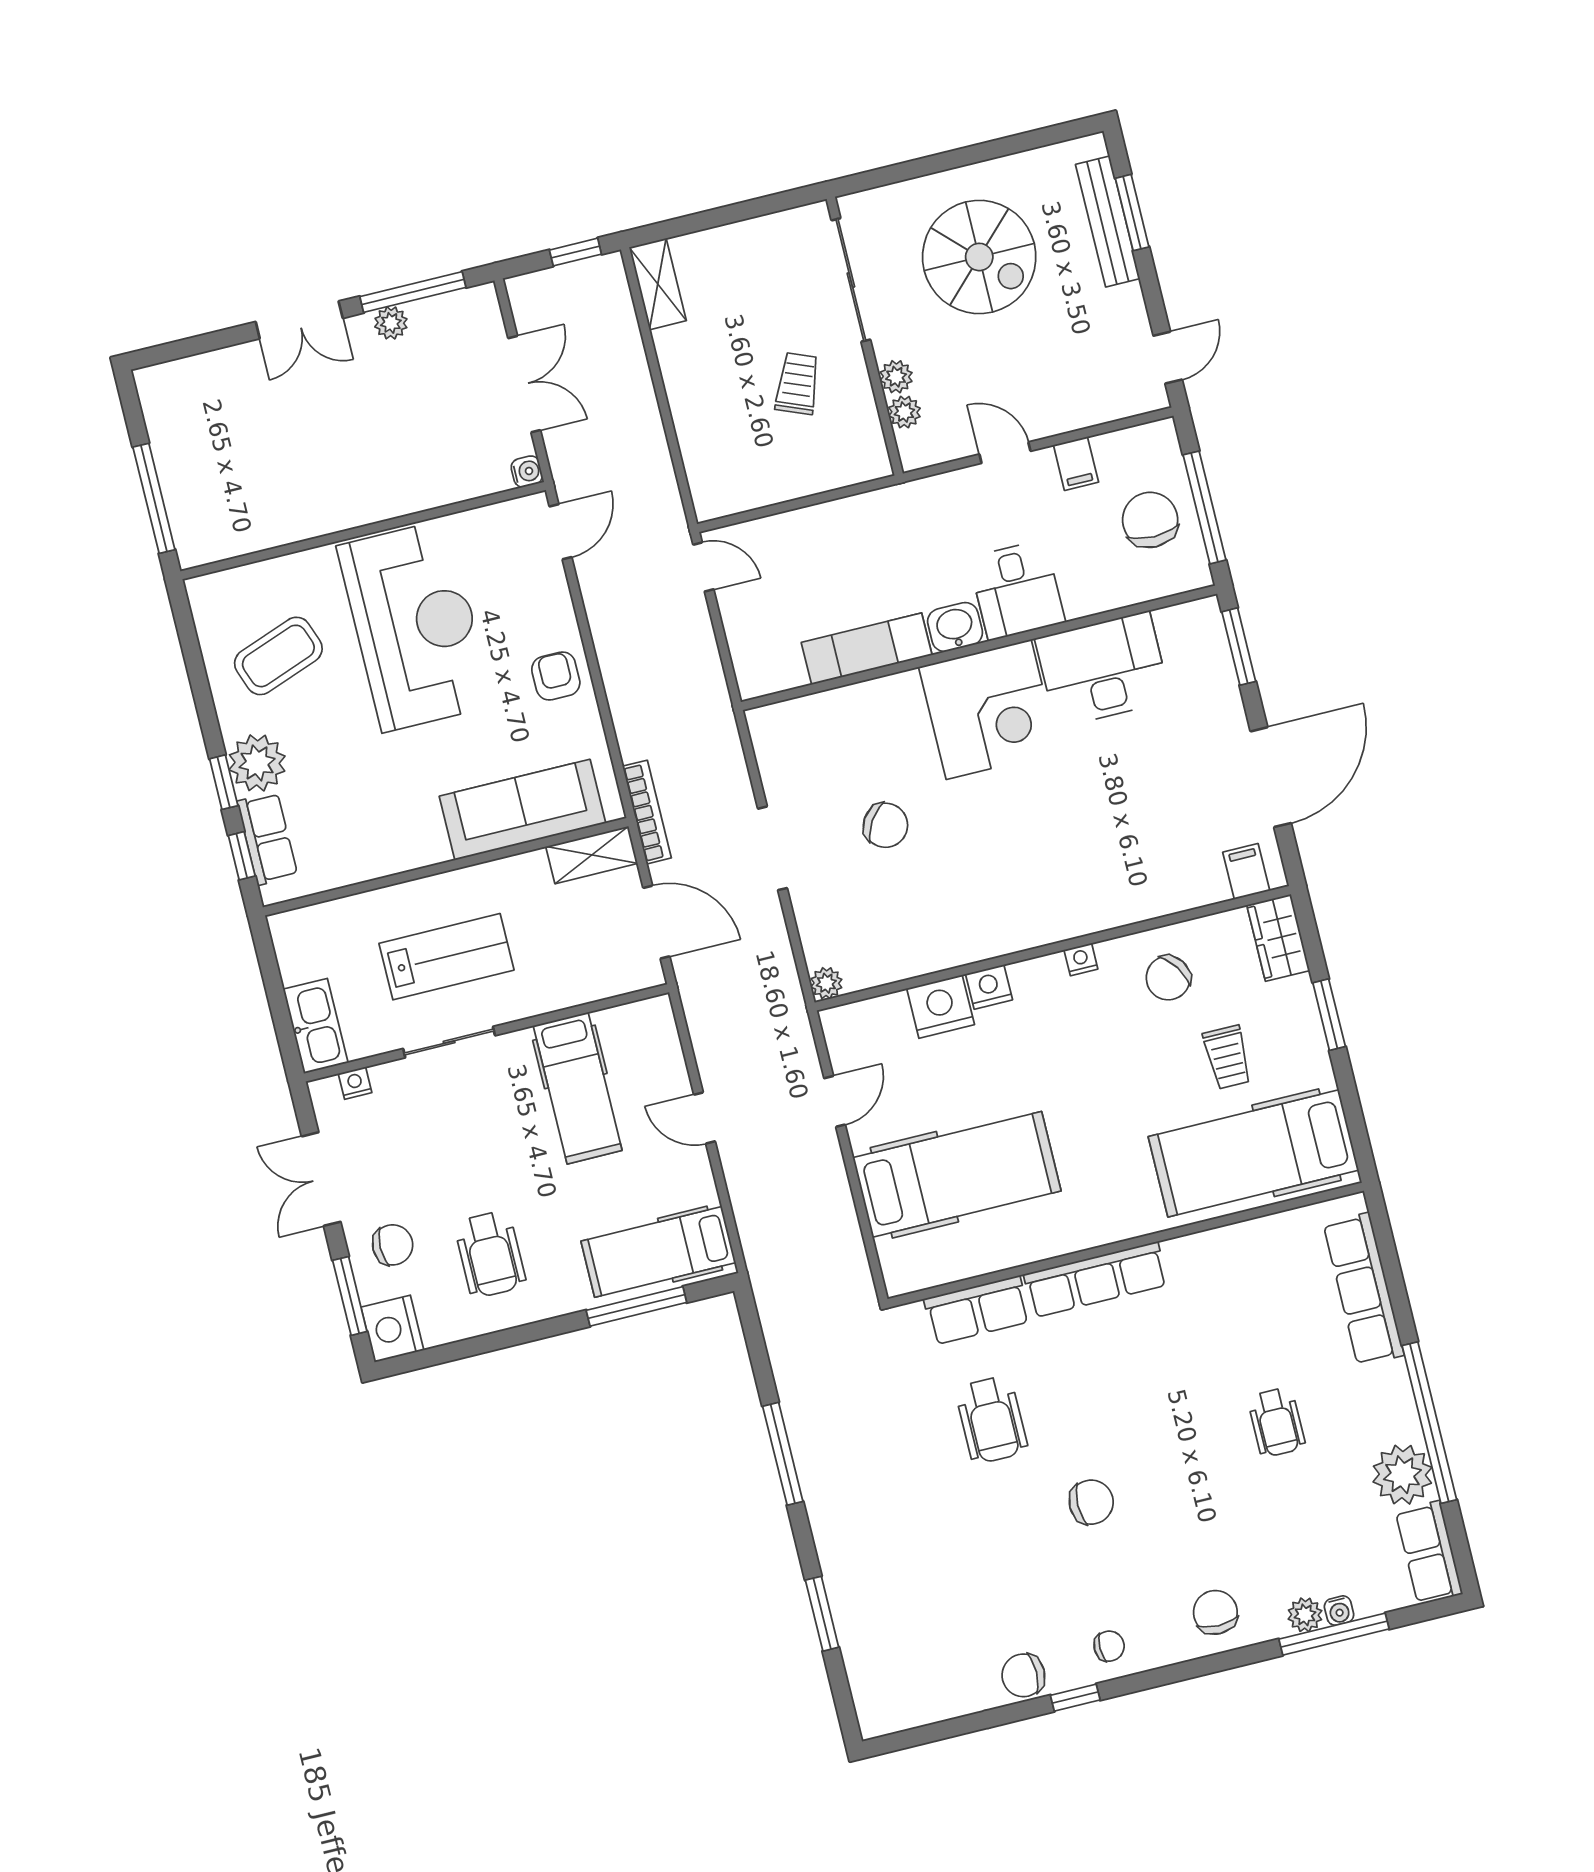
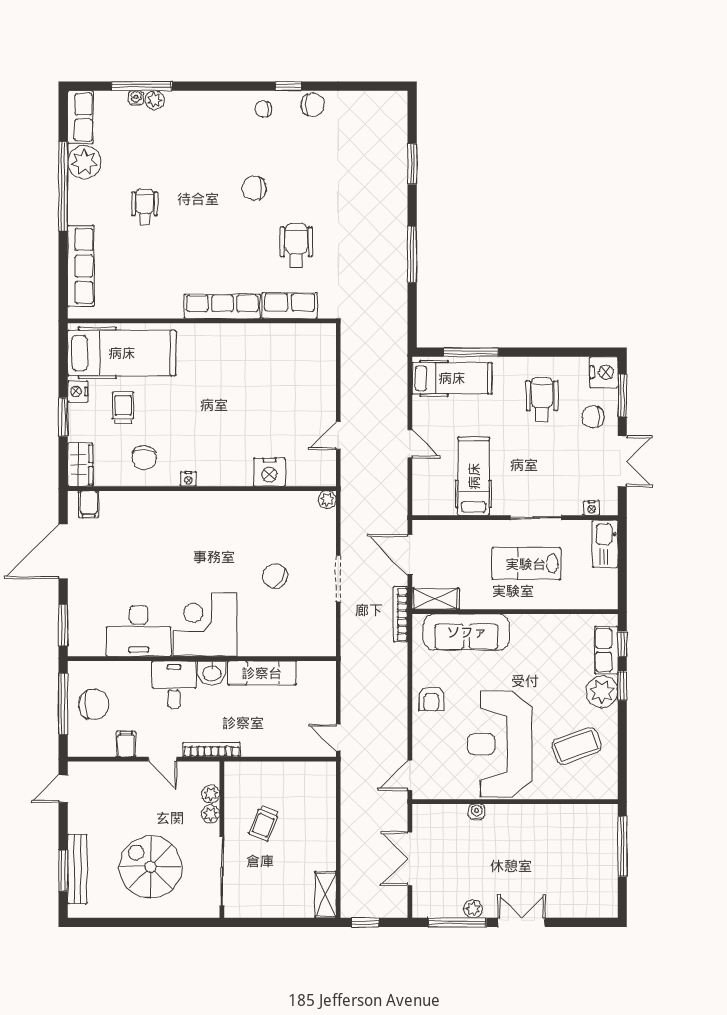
water cooler: (527, 472) -> (477, 812), moved, turned 90
bookcase: (923, 491) -> (211, 750), added
chair: (1150, 520) -> (94, 704), turned -90
chair: (1168, 978) -> (144, 458), turned 124
nightstand: (989, 987) -> (78, 392), moved, turned 90
hospital bed: (957, 1174) -> (283, 381), removed
chair: (1215, 1612) -> (202, 113), removed

